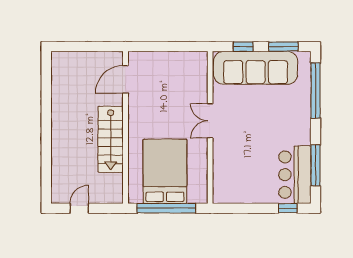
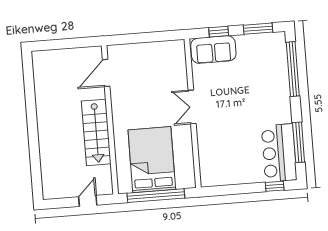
sofa: (256, 68) -> (213, 50), width x0.54, depth x0.79
door: (79, 208) -> (88, 201), moved

